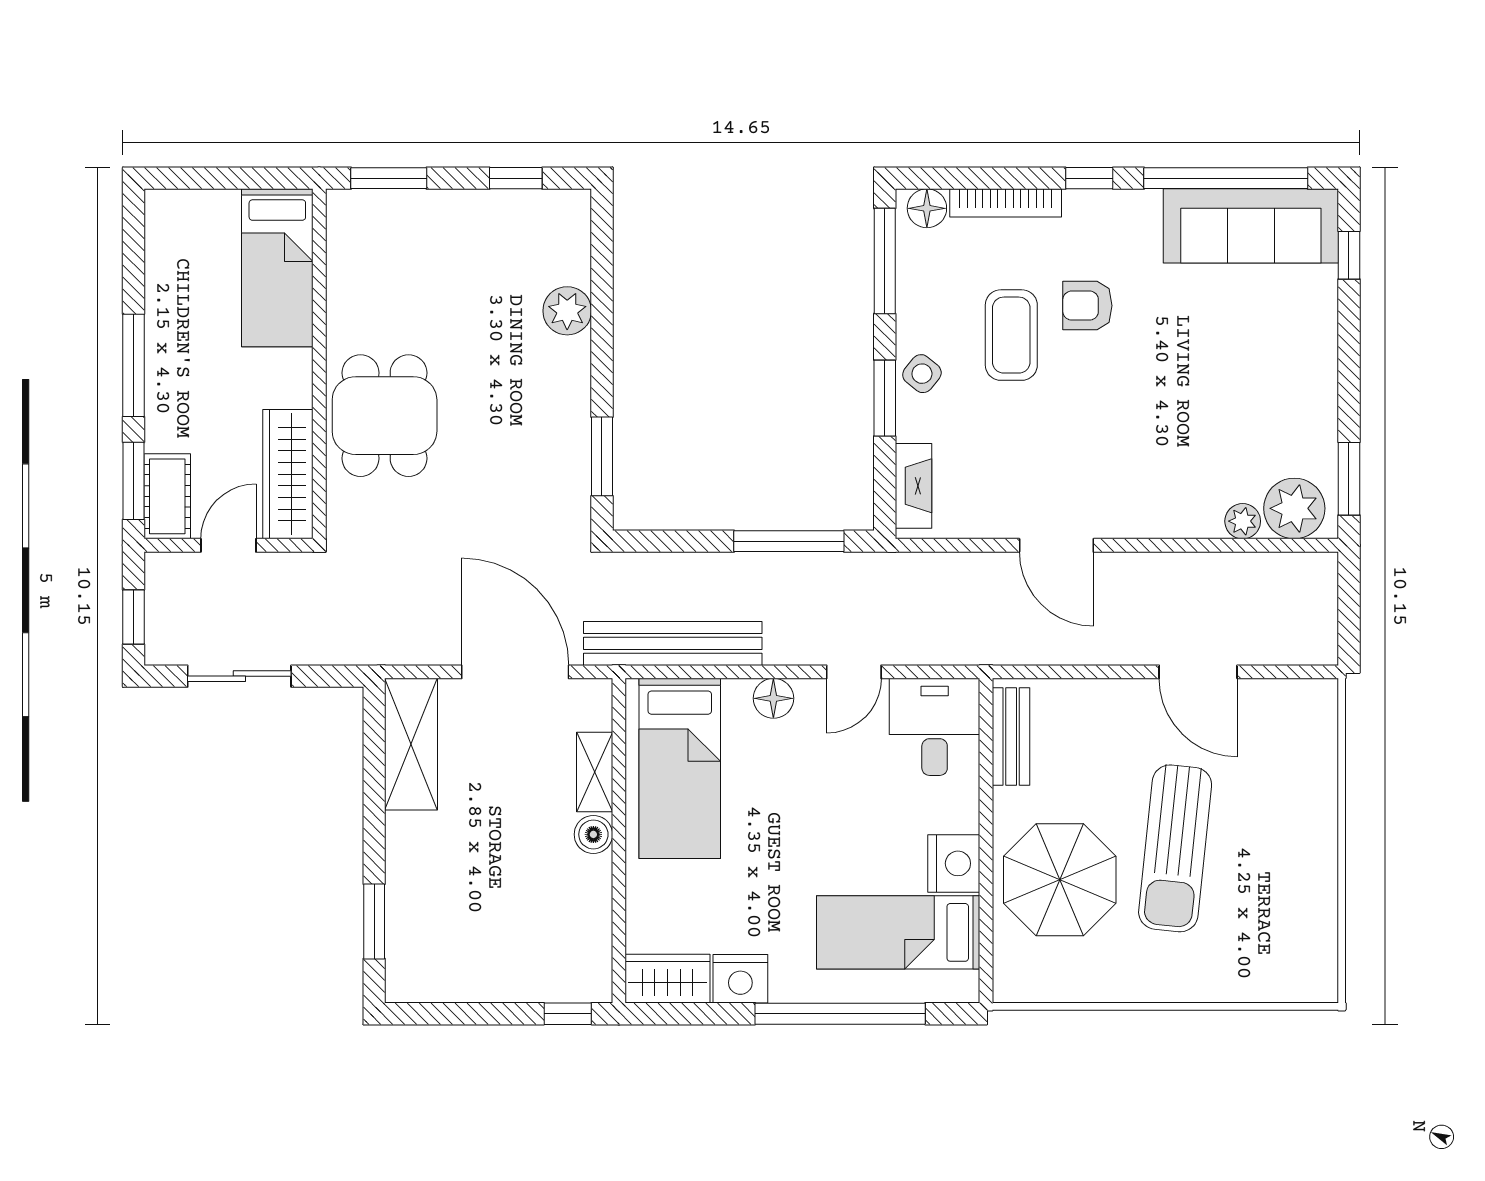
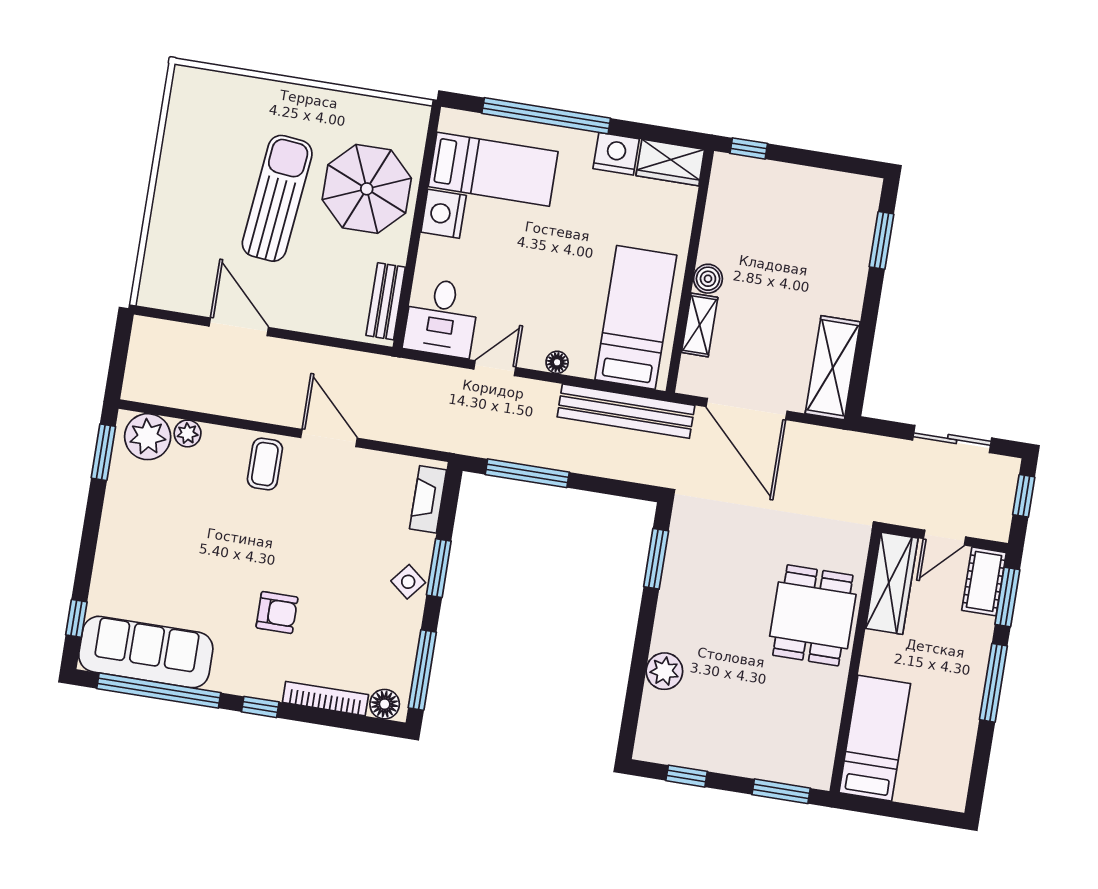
coffee table: (1011, 335) -> (265, 464), moved, width x0.73, depth x0.77
floor lamp: (773, 698) -> (557, 362), width x0.73, depth x0.73

